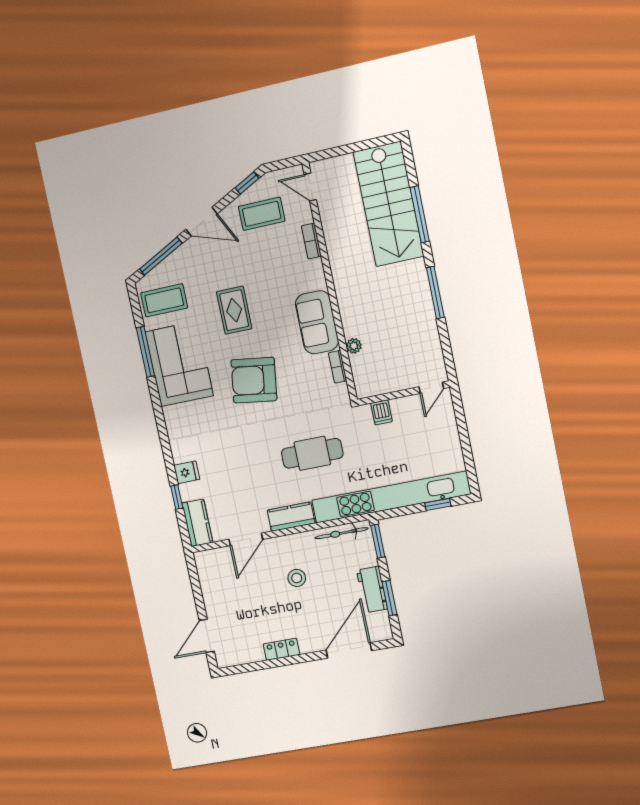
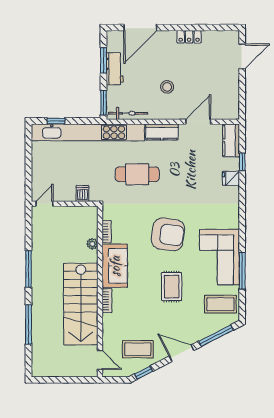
stairs: (389, 204) -> (81, 304), moved, turned 180
bookcase: (311, 241) -> (107, 301), moved

